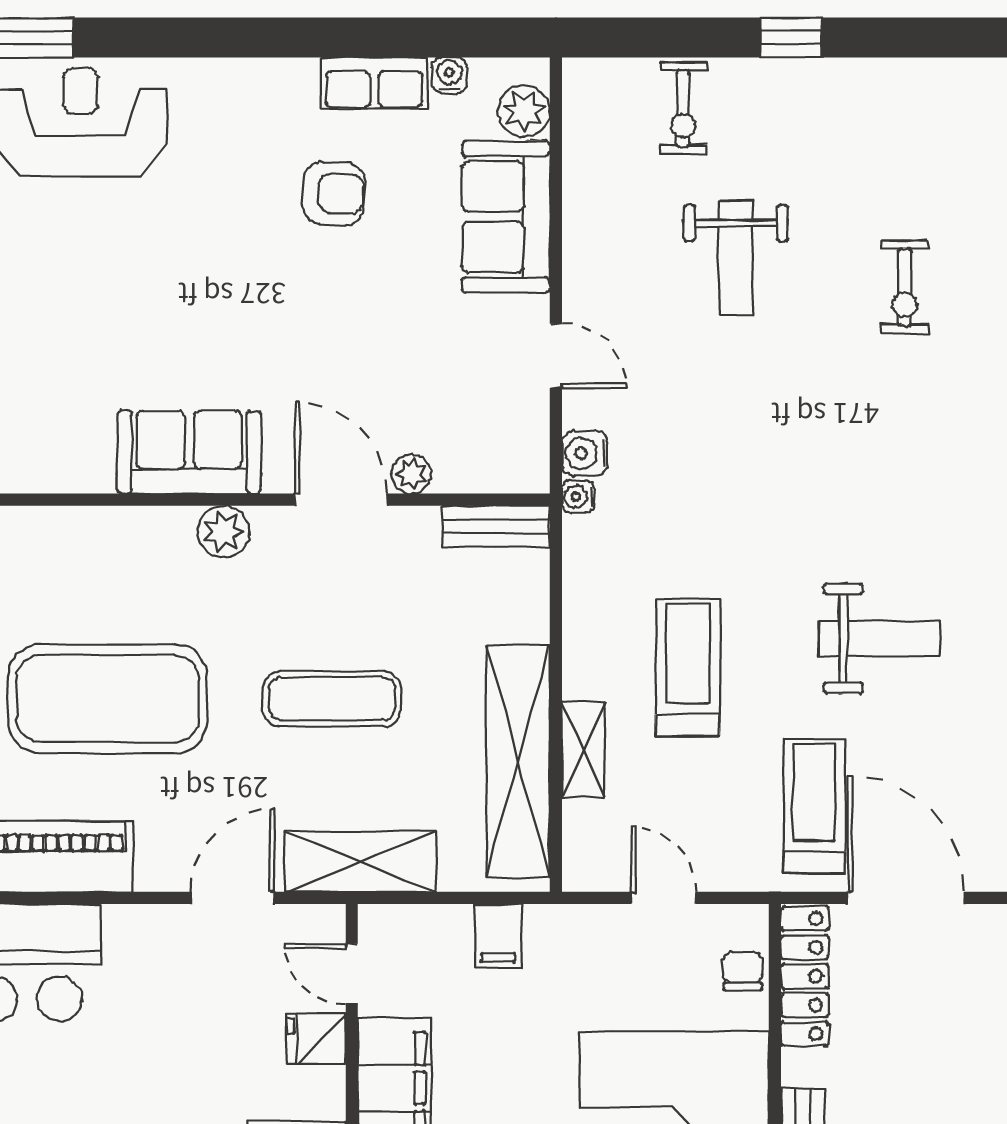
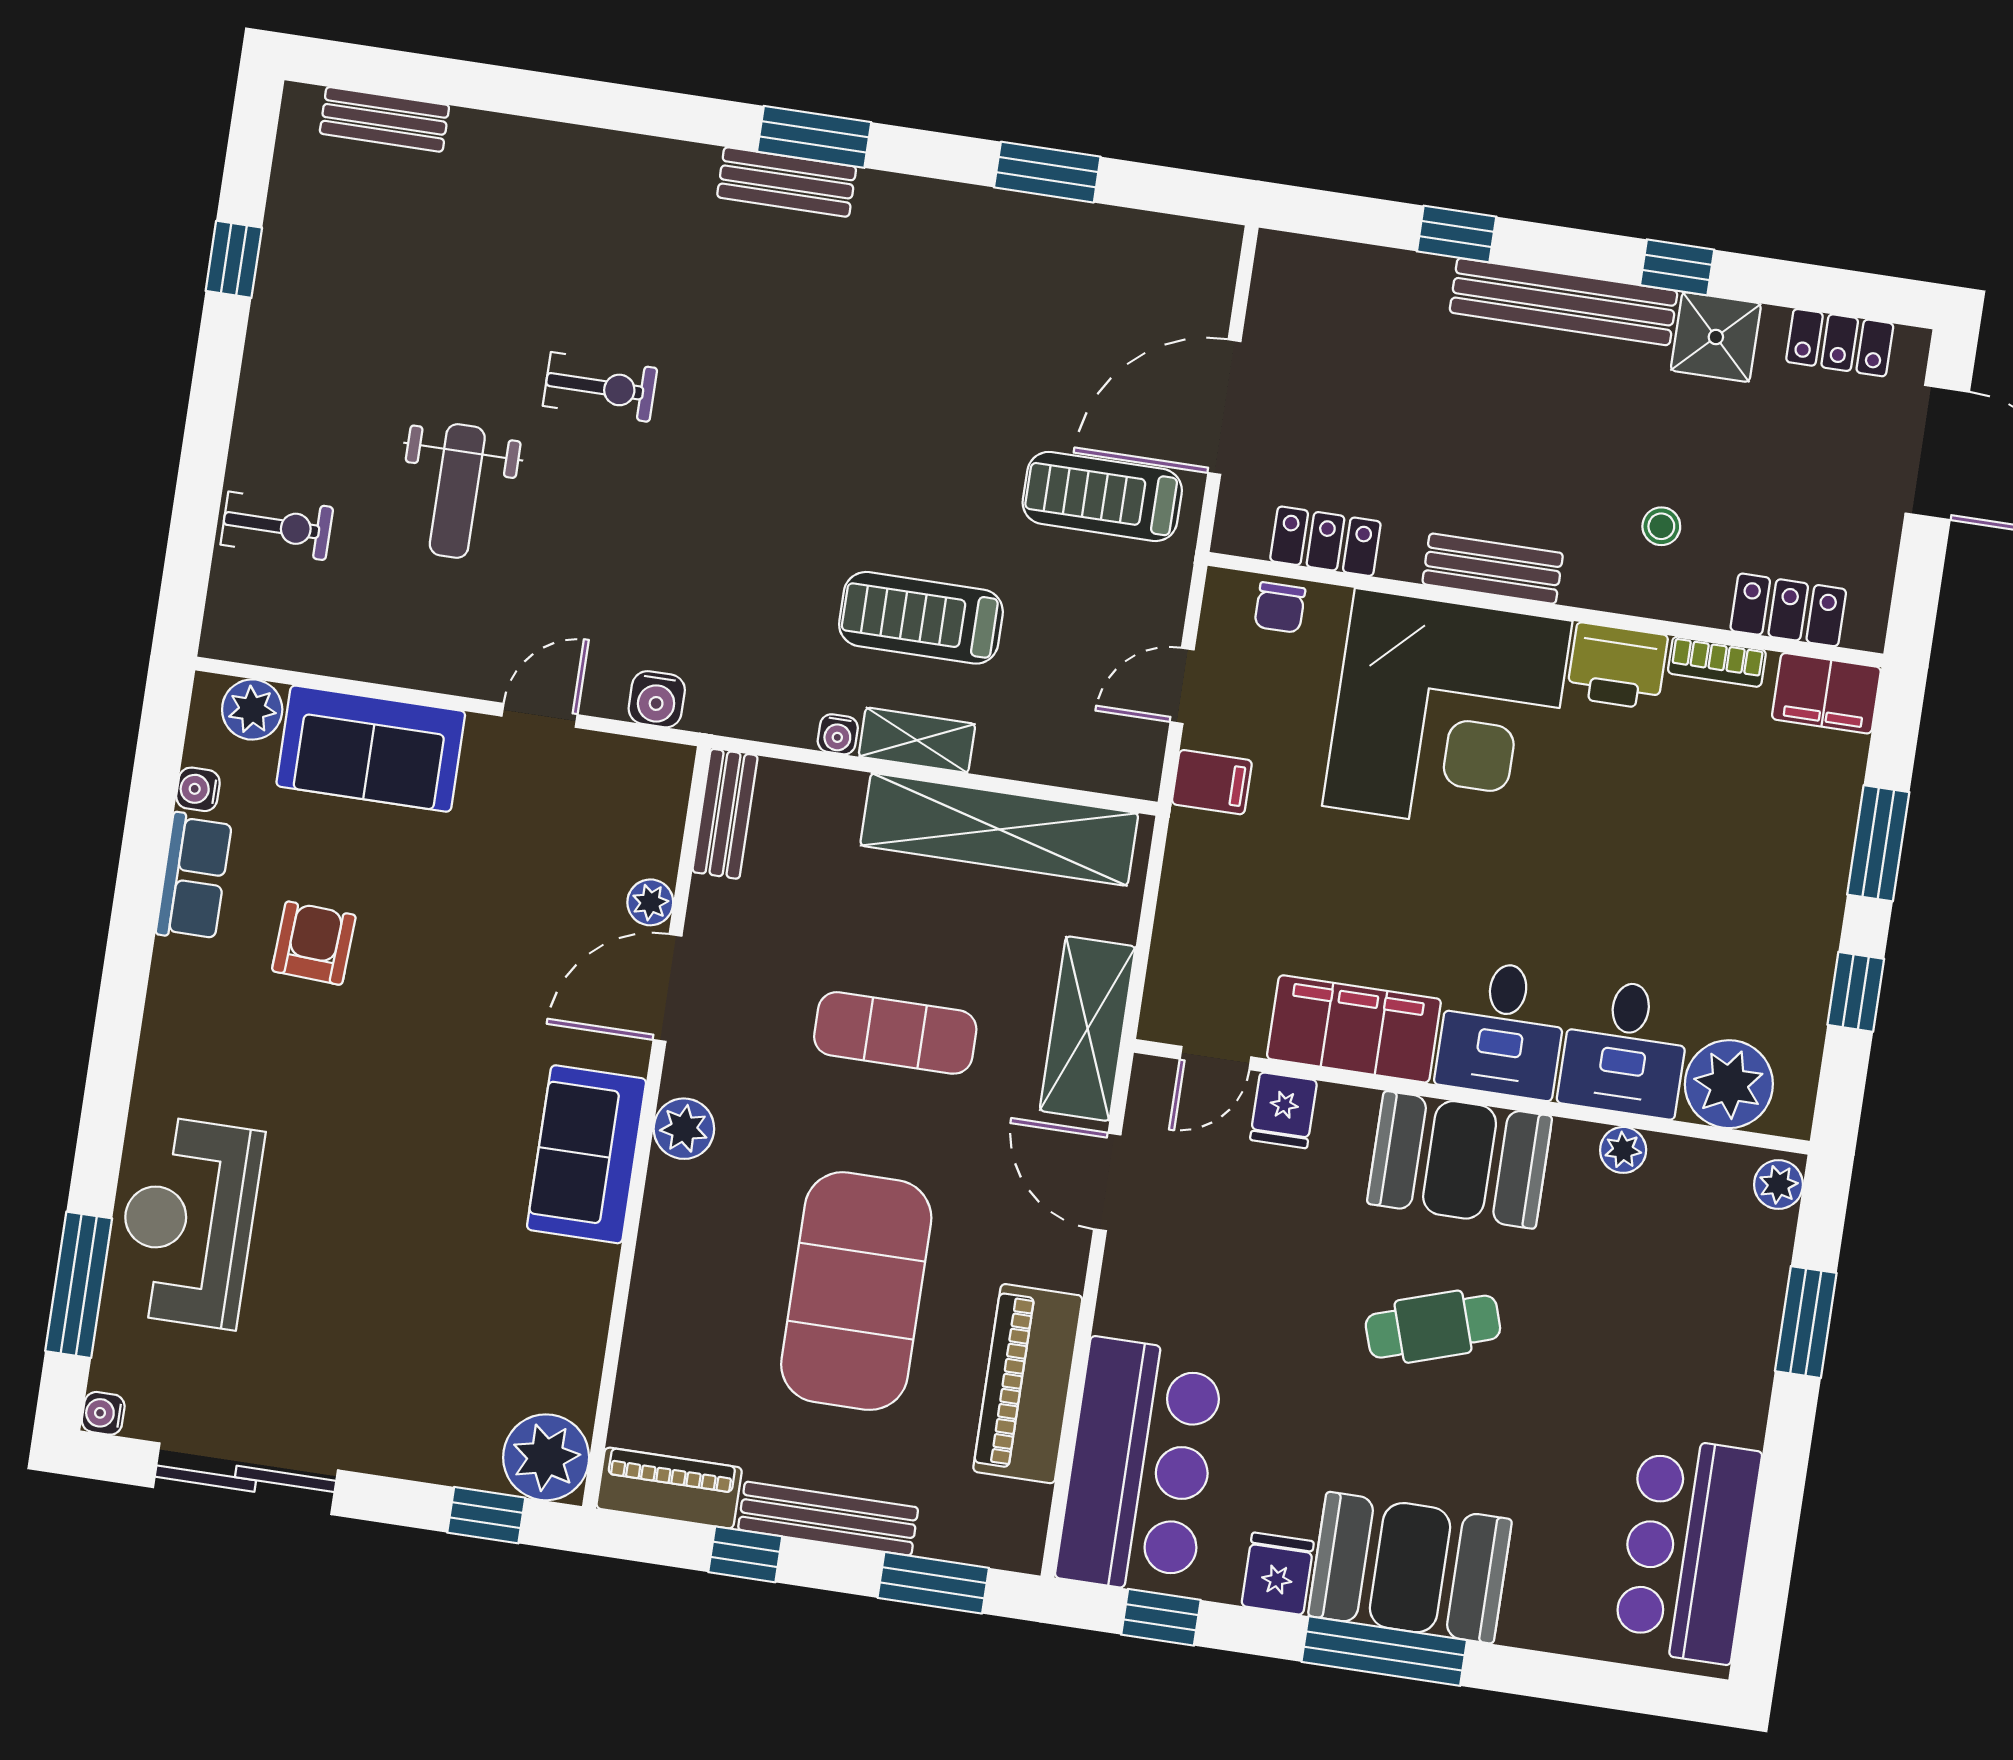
window: (791, 38) -> (234, 259), moved
weight bench: (736, 257) -> (457, 491), turned 90
exercise bike: (905, 287) -> (600, 387), moved
water cooler: (578, 496) -> (838, 734), moved
weight bench: (879, 638) -> (921, 392), removed
exercise mat: (332, 699) -> (895, 1033), turned 90
shelving: (583, 749) -> (917, 740), moved
filing cabinet: (498, 936) -> (1212, 782), moved
chair: (743, 971) -> (1280, 608), turned -90
locker: (805, 976) -> (1325, 541), width x0.66

